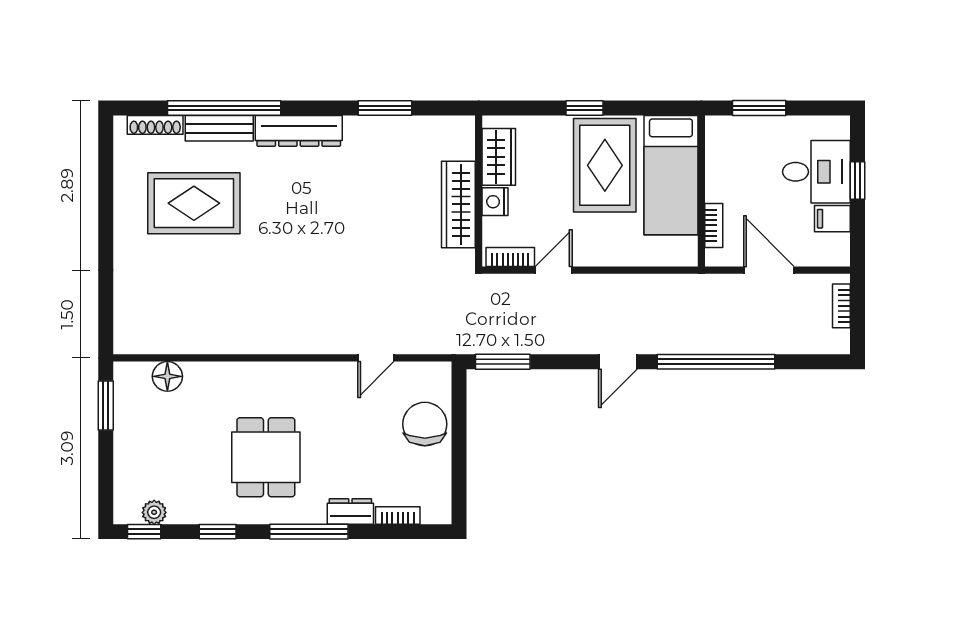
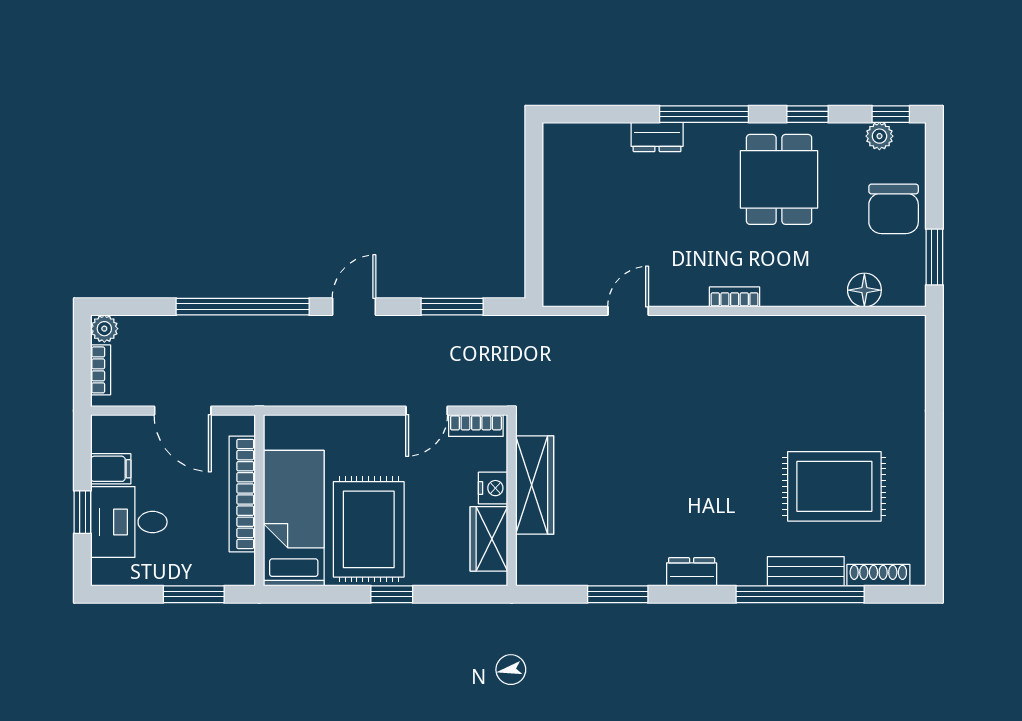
dresser: (299, 131) -> (692, 572), width x0.51, depth x0.80
bookcase: (714, 225) -> (242, 494), width x2.31, depth x1.31
plant: (838, 342) -> (104, 329), added
window: (503, 362) -> (452, 307), moved
chair: (425, 424) -> (894, 209), moved
dining table: (266, 457) -> (779, 179), moved
bookcase: (398, 515) -> (735, 297), moved, turned 180

